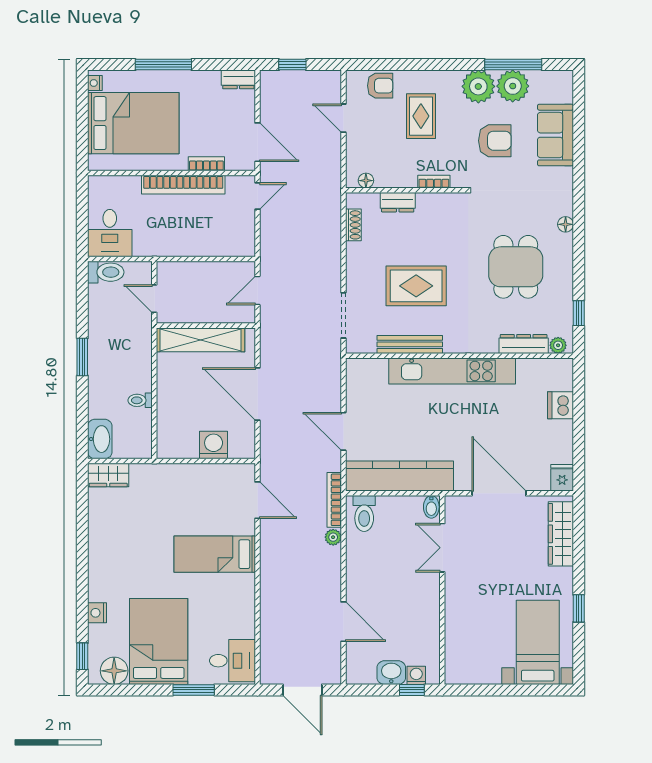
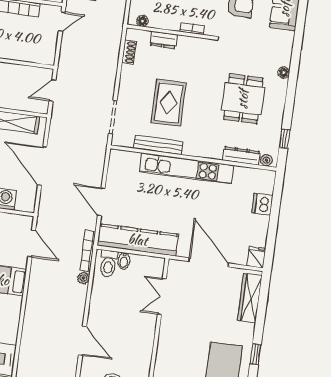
rug: (416, 286) -> (169, 103), turned 90
bidet: (431, 507) -> (124, 261), moved

